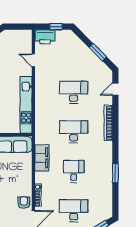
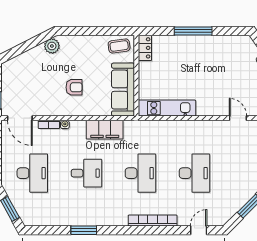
door: (33, 60) -> (238, 118), hinge flipped
door: (115, 89) -> (199, 230), hinge flipped
kitchen unit: (26, 105) -> (167, 108), width x0.73
armchair: (24, 203) -> (74, 87), moved

